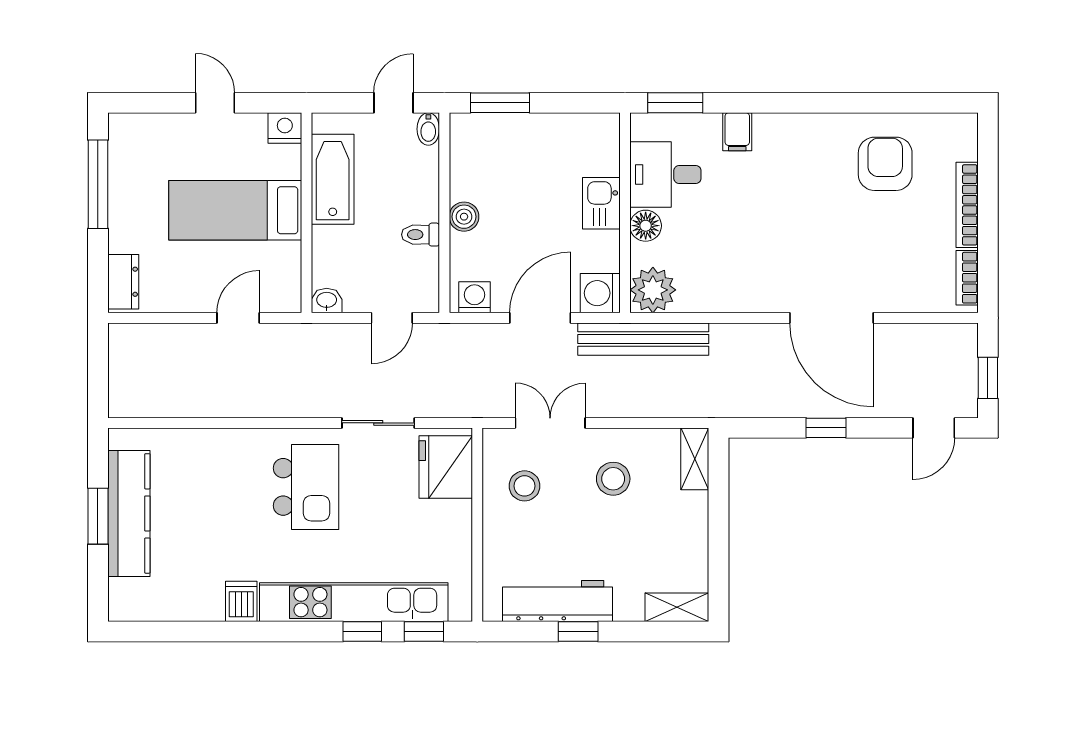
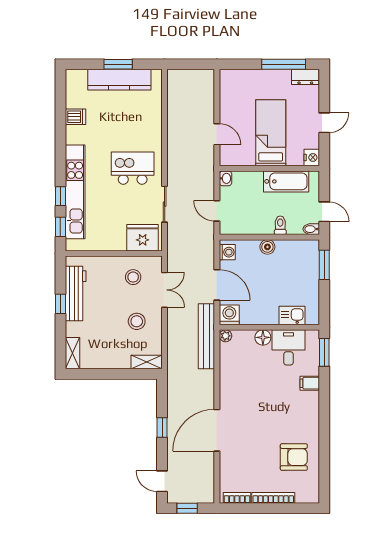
kitchen sink: (601, 203) -> (292, 315), moved
toilet: (421, 235) -> (280, 225), moved
dresser: (123, 282) -> (305, 77), moved
plant: (653, 290) -> (226, 336), width x0.53, depth x0.53
kitchen island: (306, 487) -> (133, 168), turned 180
dishwasher: (241, 601) -> (75, 117), moved

